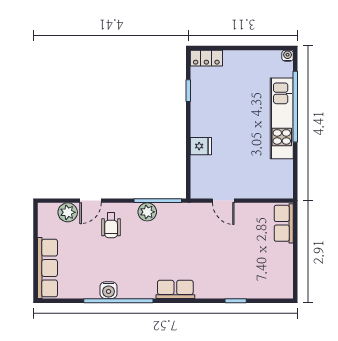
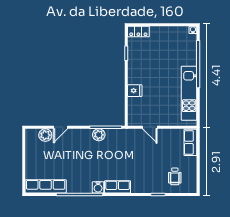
kitchen unit: (282, 118) -> (189, 93), moved
wheelchair: (111, 225) -> (175, 176), moved
row of seats: (47, 268) -> (46, 186), moved, turned -90
water cooler: (109, 290) -> (98, 187), moved

